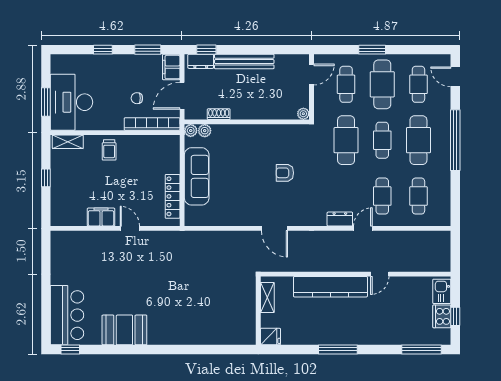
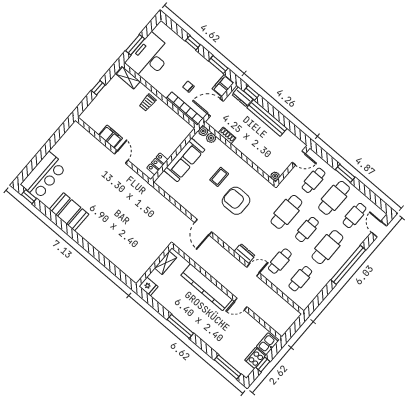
coffee table: (247, 163) -> (219, 177), added
armchair: (285, 173) -> (236, 201), width x1.88, depth x1.88
locker: (173, 196) -> (157, 164), width x0.66

